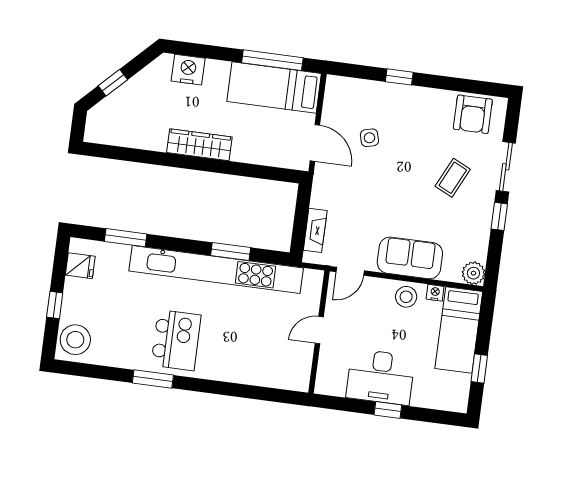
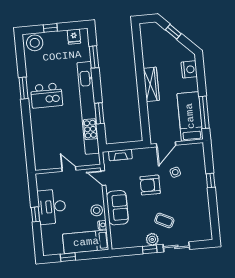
armchair: (473, 114) -> (150, 185), moved
plant: (473, 273) -> (152, 239), moved

